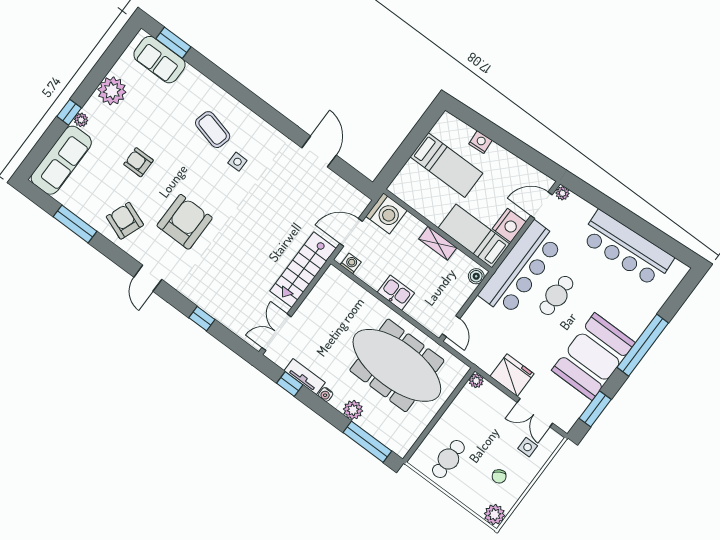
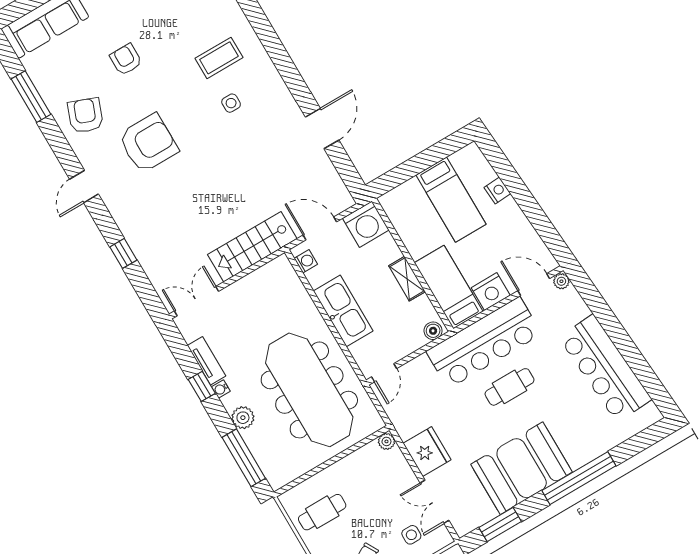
coffee table: (213, 130) -> (219, 58), turned 76
kitchen sink: (396, 293) -> (343, 311), width x1.87, depth x1.24
window: (290, 384) -> (202, 386), moved

